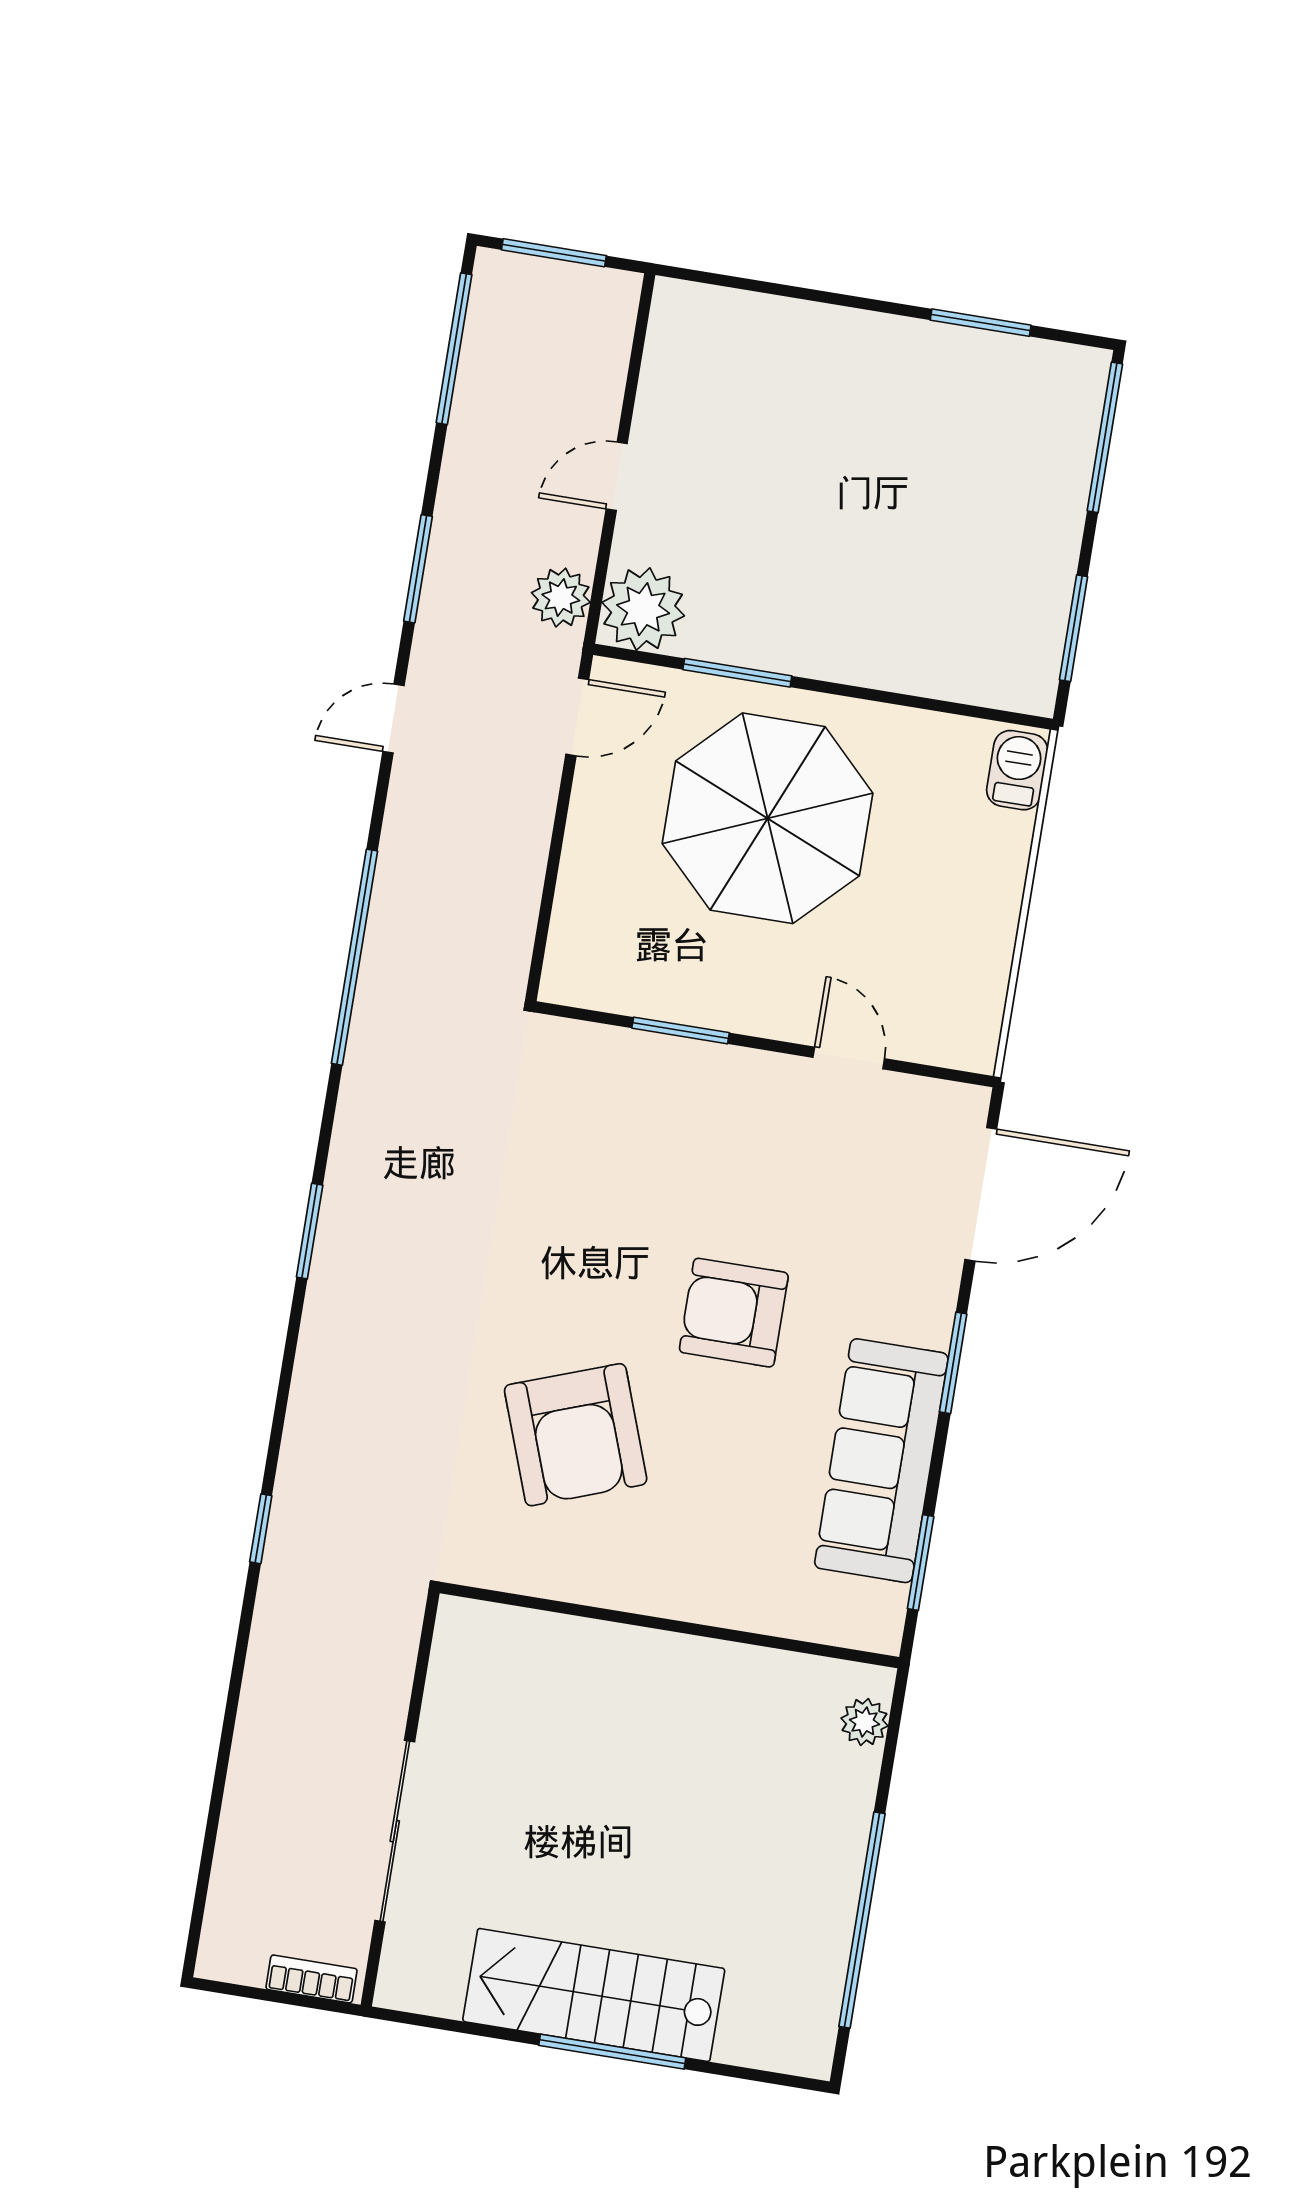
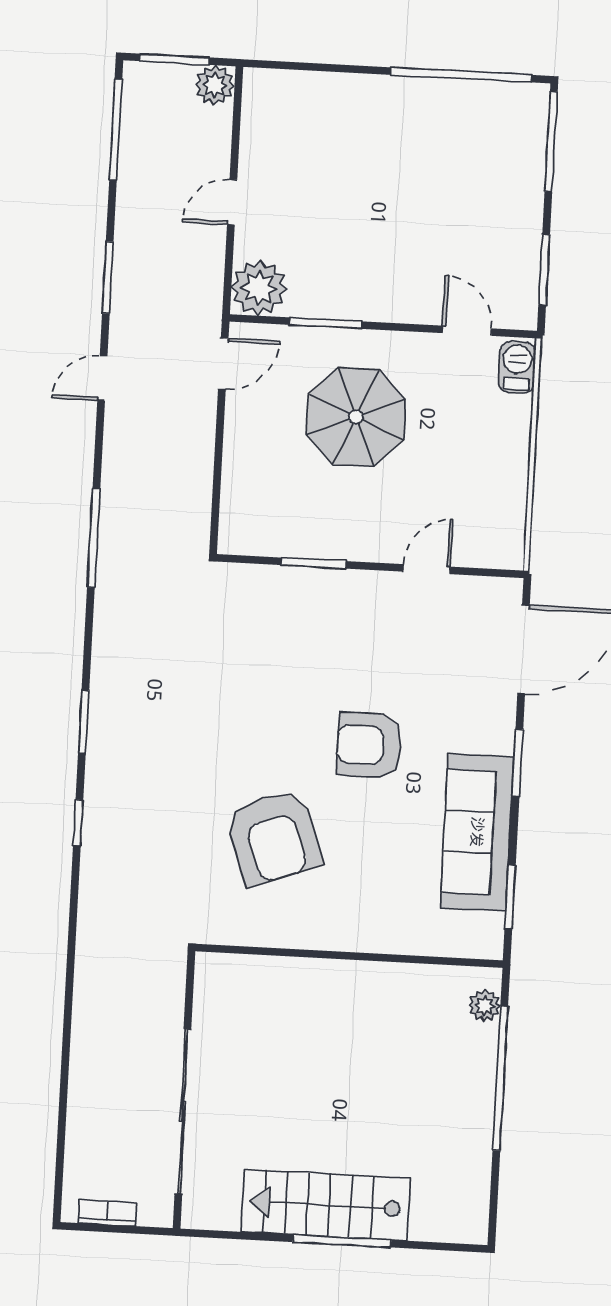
window: (981, 323) -> (461, 75), width x2.11
plant: (561, 598) -> (215, 85), moved
door: (948, 707) -> (467, 331), added
parasol: (768, 818) -> (356, 417), width x0.73, depth x0.73
window: (354, 957) -> (94, 538), width x0.68
door: (849, 1058) -> (427, 569), hinge flipped
window: (261, 1529) -> (78, 823), moved
sliding door: (395, 1831) -> (183, 1111), width x1.36
window: (862, 1920) -> (500, 1078), moved
bookcase: (312, 1979) -> (107, 1213), moved

